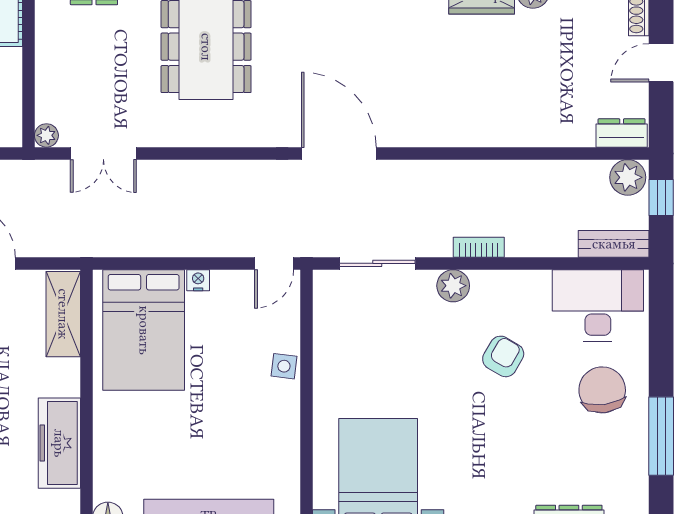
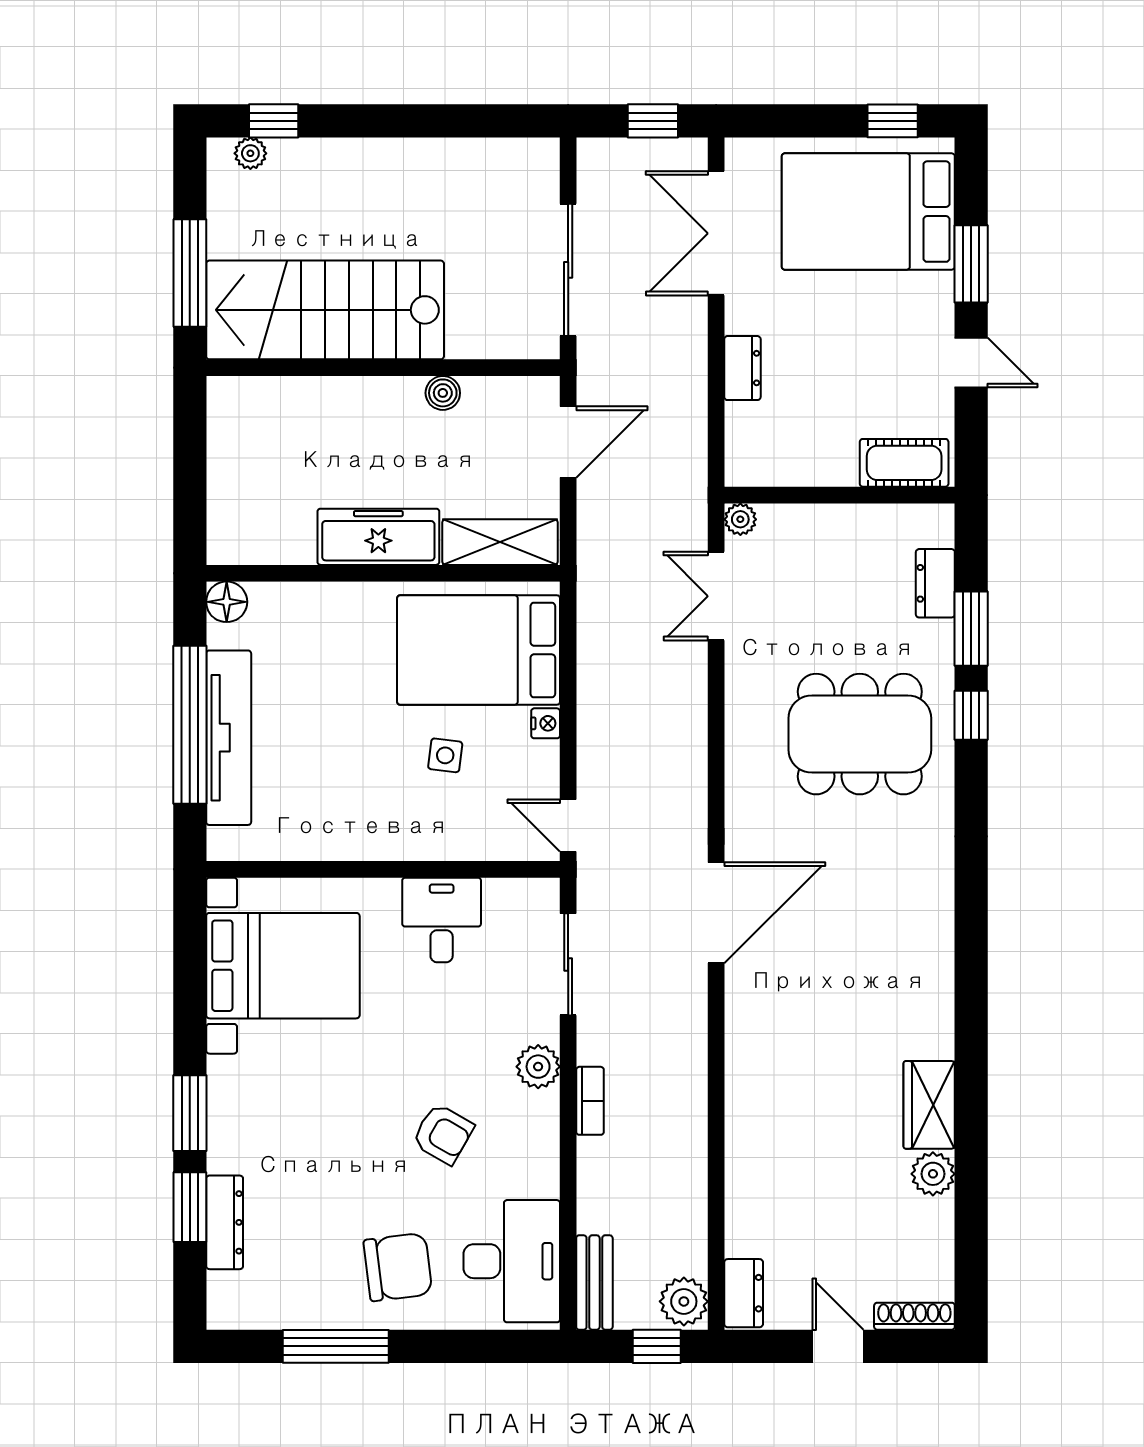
desk: (344, 357) -> (442, 920), added
side table: (284, 366) -> (445, 755), moved
freezer: (59, 443) -> (378, 537), moved

